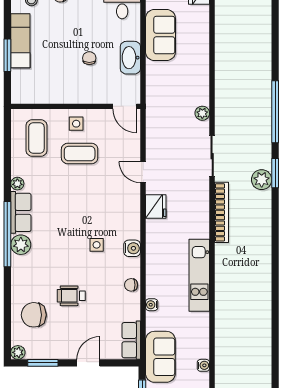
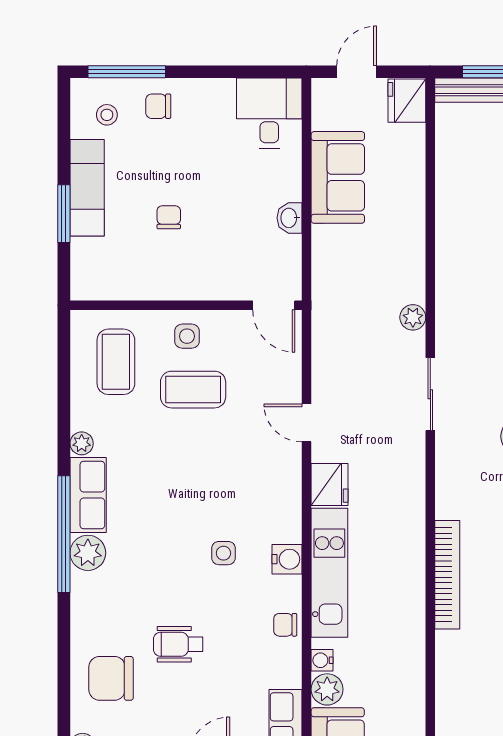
chair: (89, 58) -> (169, 217), moved
washbasin: (130, 58) -> (290, 218), width x0.52, depth x0.69
bookcase: (222, 212) -> (447, 575), moved
kitchen unit: (199, 275) -> (329, 573), moved, turned 180
plant: (154, 321) -> (327, 689), added

